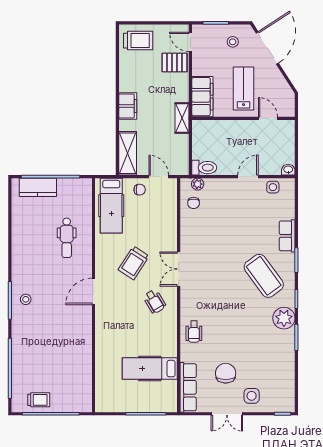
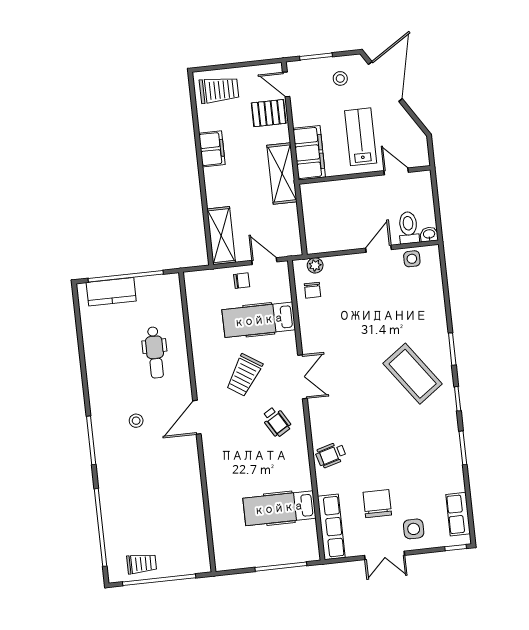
filing cabinet: (128, 106) -> (212, 149), moved
shelving: (182, 118) -> (282, 173), width x1.50, depth x1.33
toilet: (204, 168) -> (408, 228), moved, turned -90
hospital bed: (111, 206) -> (259, 320), moved, turned 90
row of seats: (287, 236) -> (458, 514), moved
double door: (179, 269) -> (303, 377), swing flipped
stool: (26, 299) -> (136, 421), moved
plant: (284, 318) -> (444, 425), removed
wheelchair: (194, 332) -> (331, 455), turned 74

